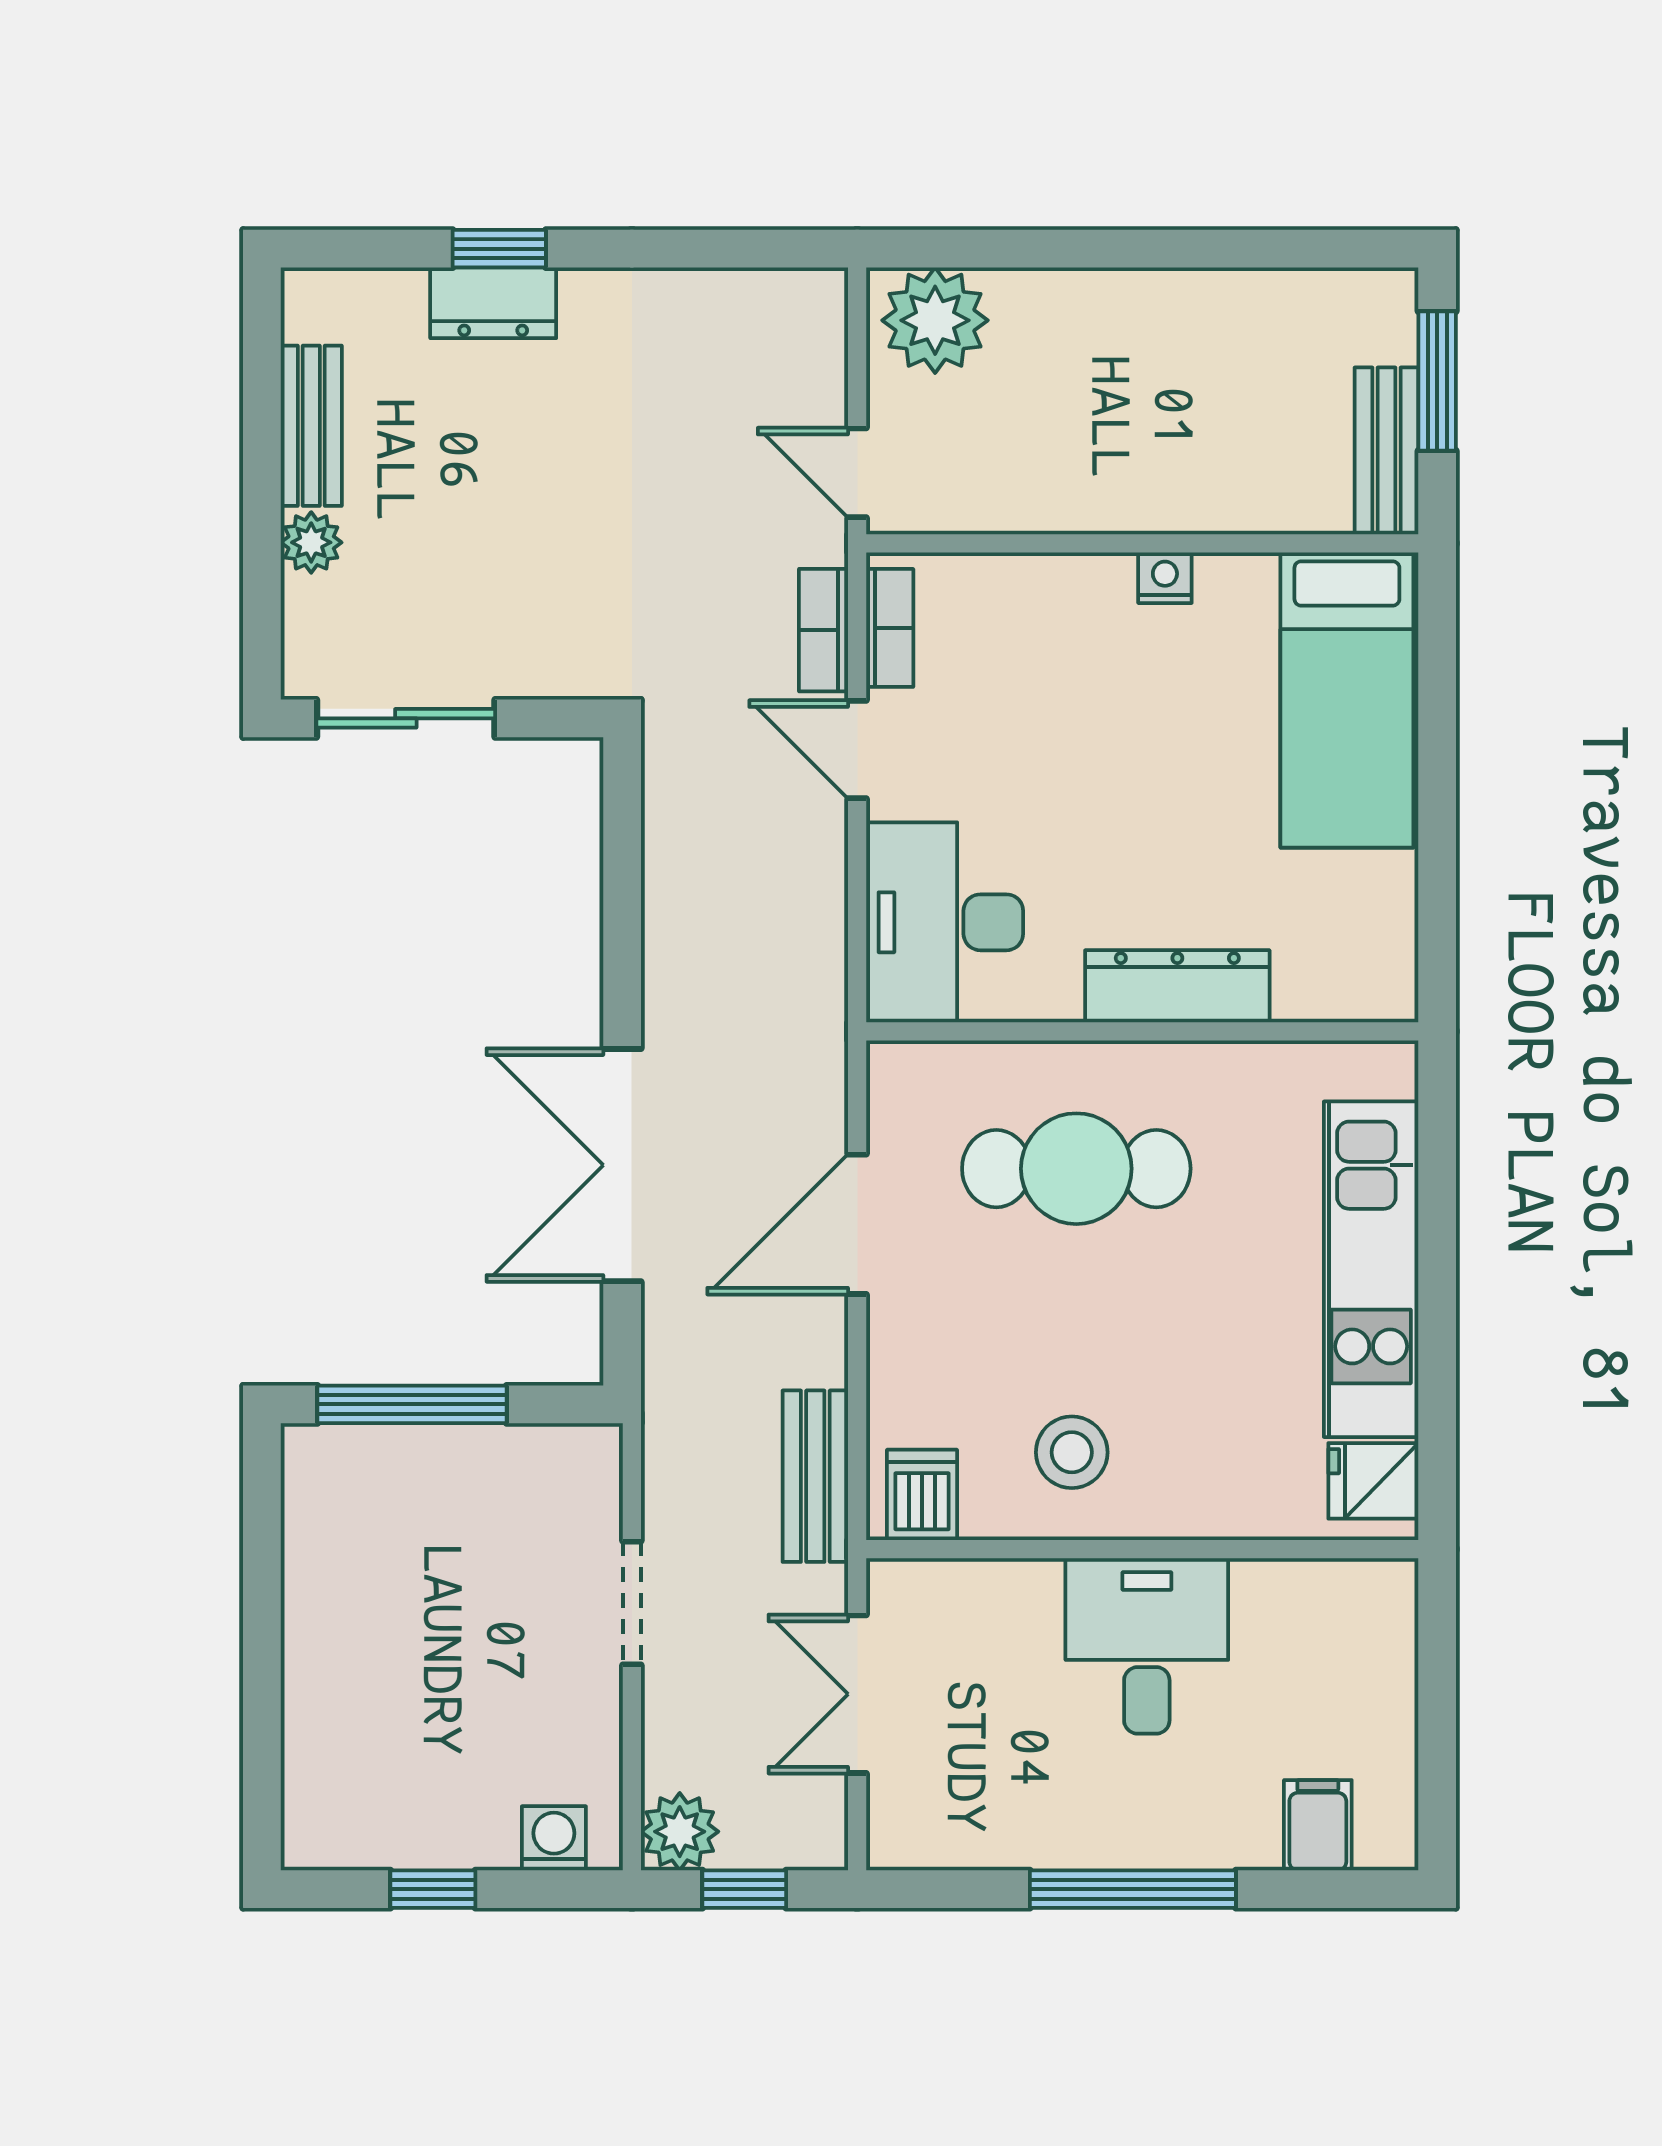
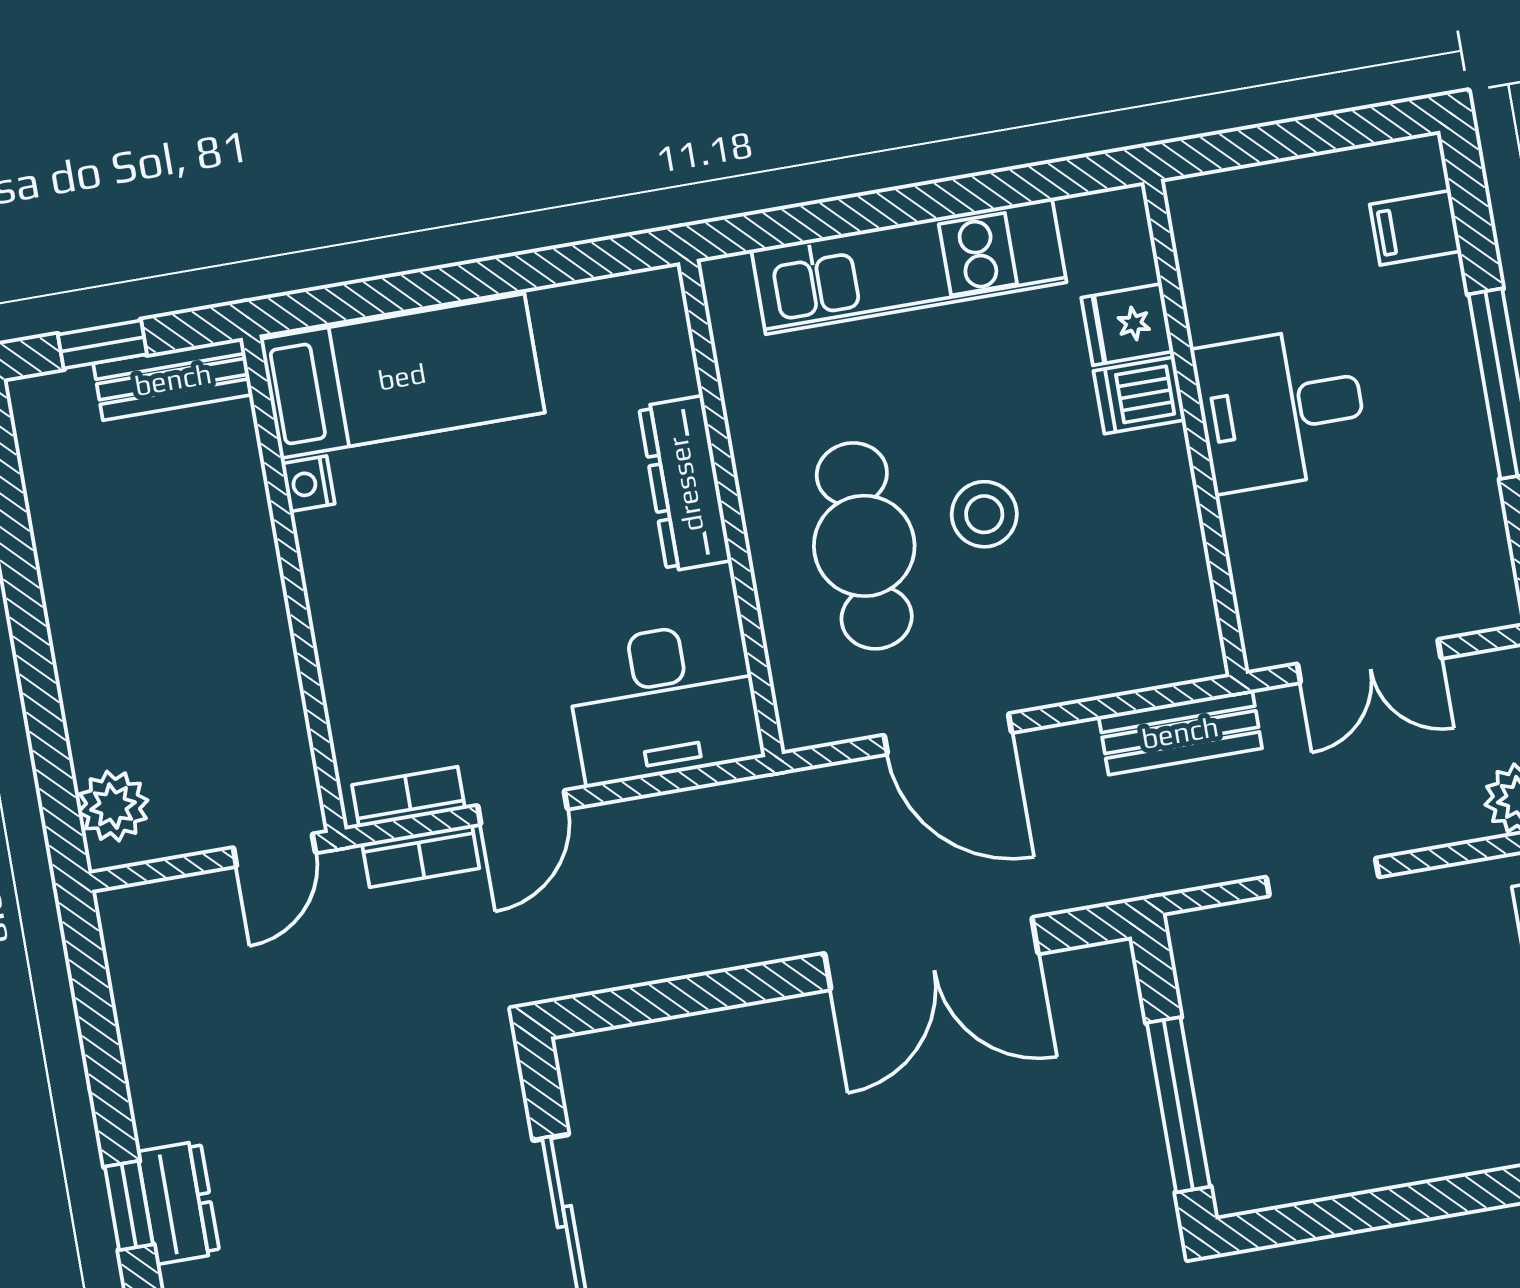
plant: (935, 320) -> (113, 806), width x0.73, depth x0.73
window: (1437, 381) -> (102, 344), width x0.67
nightstand: (1165, 578) -> (308, 484), moved
stool: (1072, 1452) -> (984, 514), moved
fridge: (1373, 1481) -> (1127, 325), moved, turned 90
dishwasher: (922, 1495) -> (1139, 395), moved

